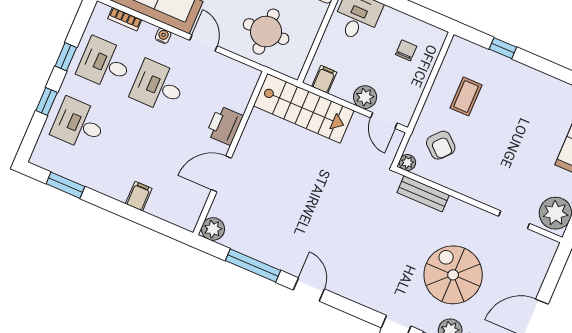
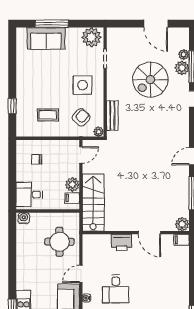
plant: (365, 97) -> (72, 185), moved
side table: (489, 169) -> (83, 85), added
filing cabinet: (139, 196) -> (182, 240), moved

